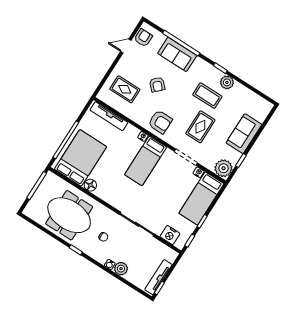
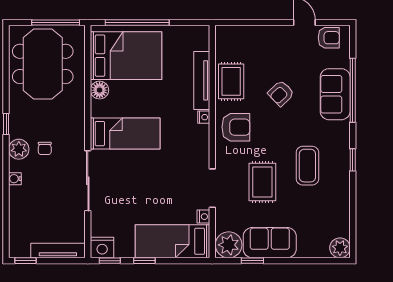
plant: (227, 82) -> (340, 248), moved
rug: (125, 89) -> (231, 81), moved
tv unit: (109, 116) -> (202, 80), moved
armchair: (160, 122) -> (236, 127), turned -90
rug: (200, 127) -> (262, 182), turned 90
sofa: (244, 134) -> (270, 243), moved
bed: (146, 161) -> (125, 134), moved, turned 180
meeting table: (69, 215) -> (43, 64), moved
nightstand: (170, 235) -> (102, 248), moved, turned -90
plant: (121, 269) -> (19, 149), moved
tv unit: (158, 277) -> (58, 251), moved

